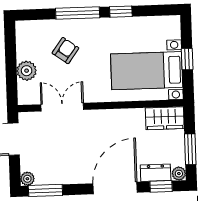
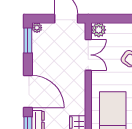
plant: (27, 71) -> (99, 30), moved

